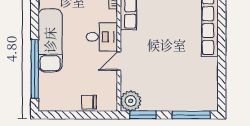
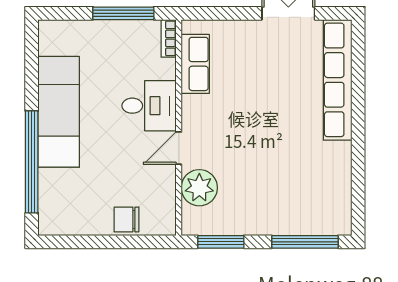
plant: (131, 101) -> (199, 188), moved

